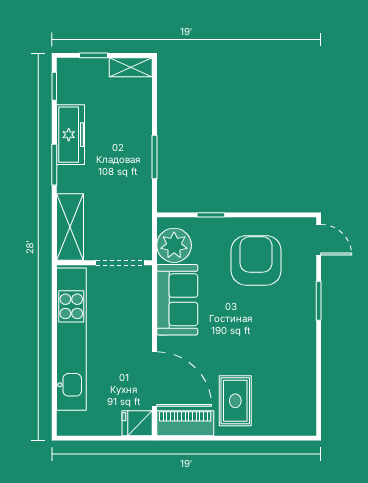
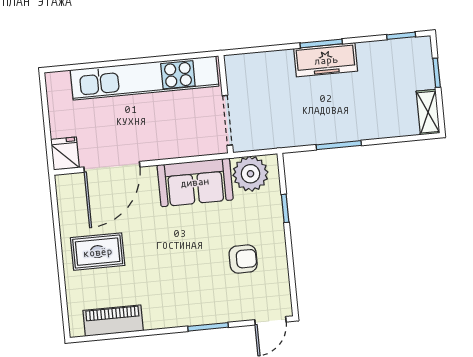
freezer: (70, 135) -> (326, 60), moved
shelving: (70, 227) -> (259, 66), removed
armchair: (256, 260) -> (243, 259), width x0.53, depth x0.53
piano: (185, 423) -> (113, 321), moved, turned -90

